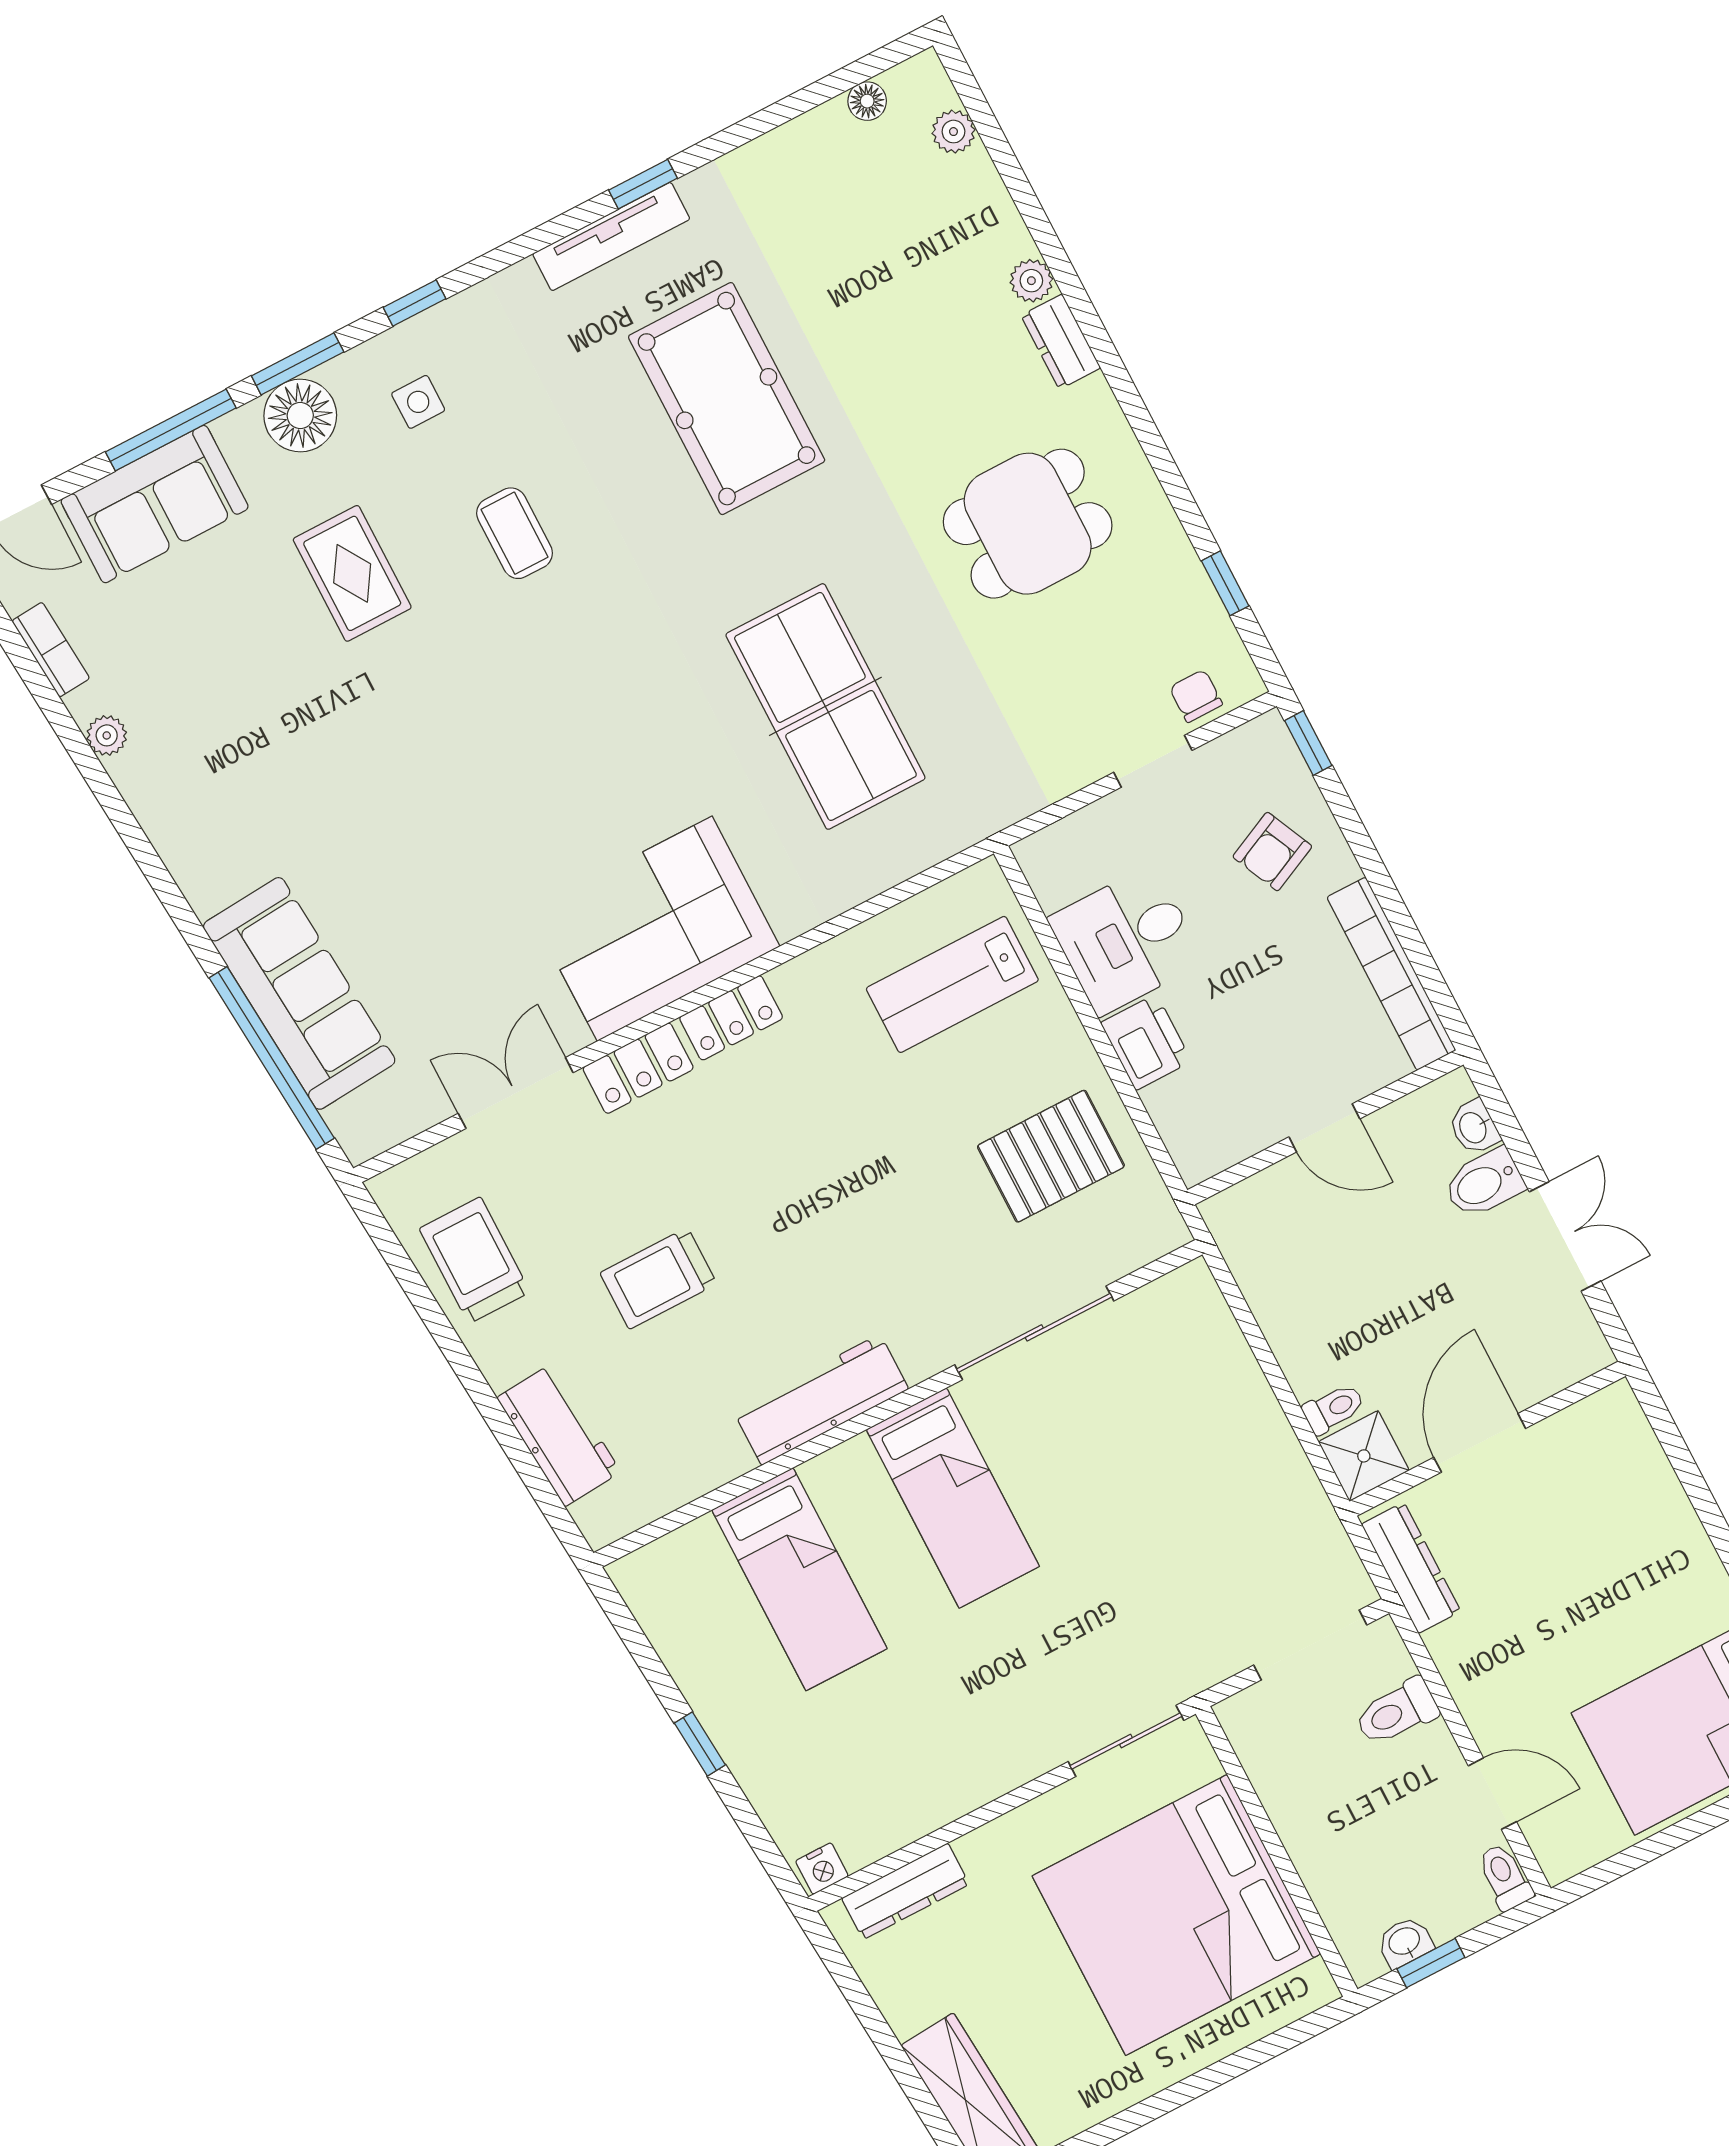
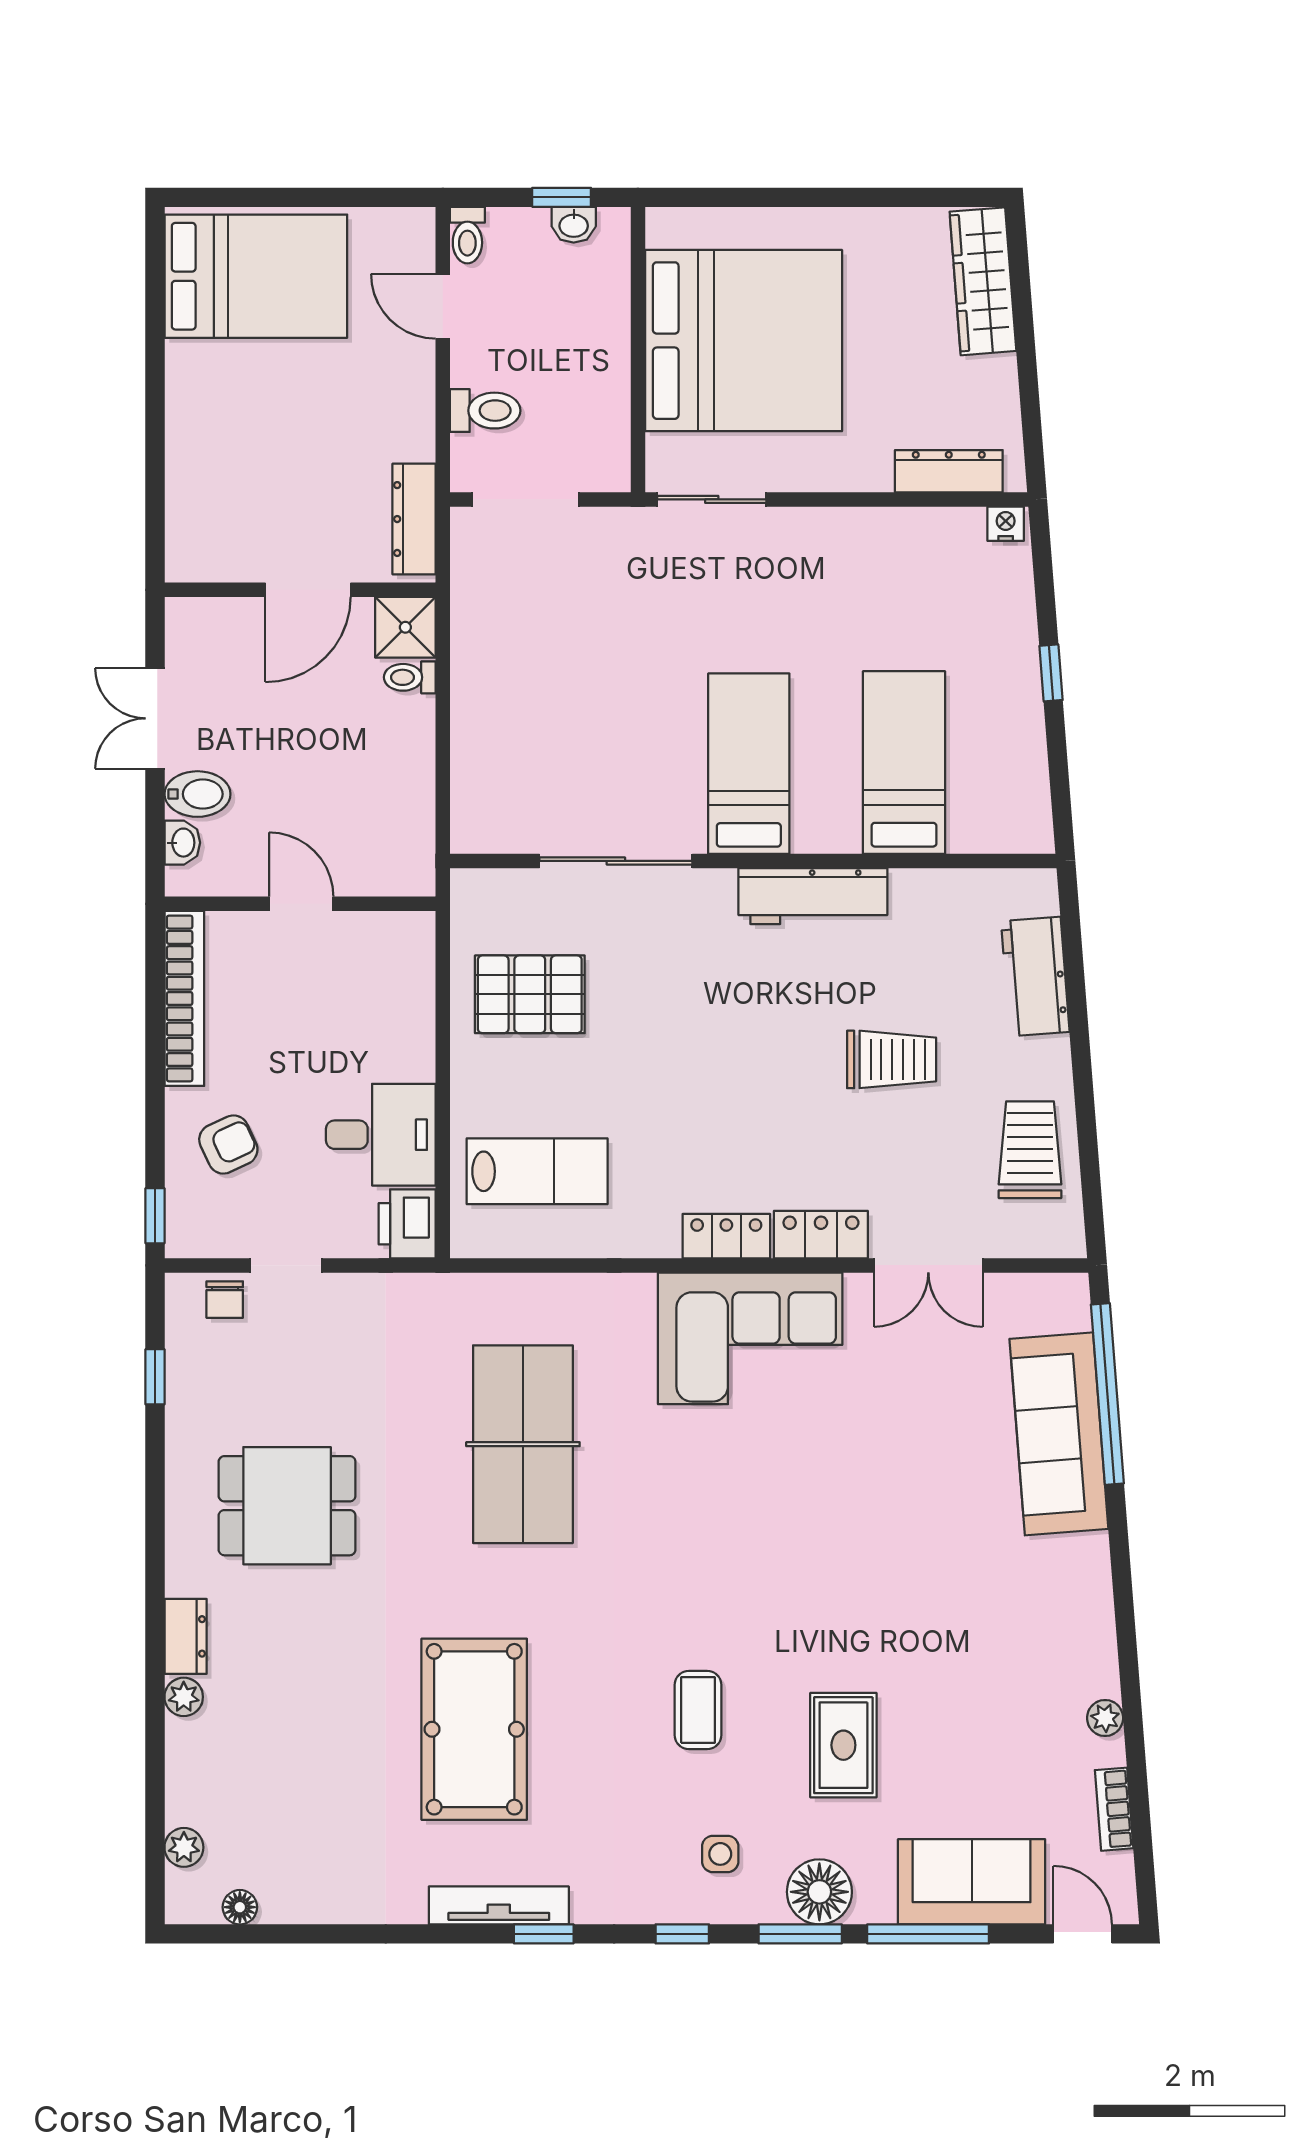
window: (643, 184) -> (544, 1934), moved
printer: (1146, 1042) -> (407, 1224), moved
trolley: (475, 1260) -> (1030, 1150), turned 180

